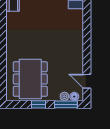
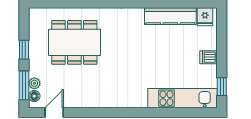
dining table: (30, 79) -> (74, 42), moved

